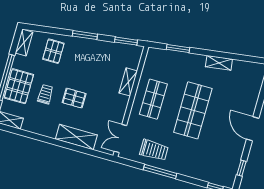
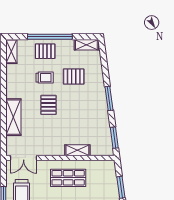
pallet: (53, 51) -> (74, 77), moved
pallet: (19, 86) -> (45, 51), width x0.67, depth x0.71
double door: (120, 139) -> (24, 158), swing flipped

